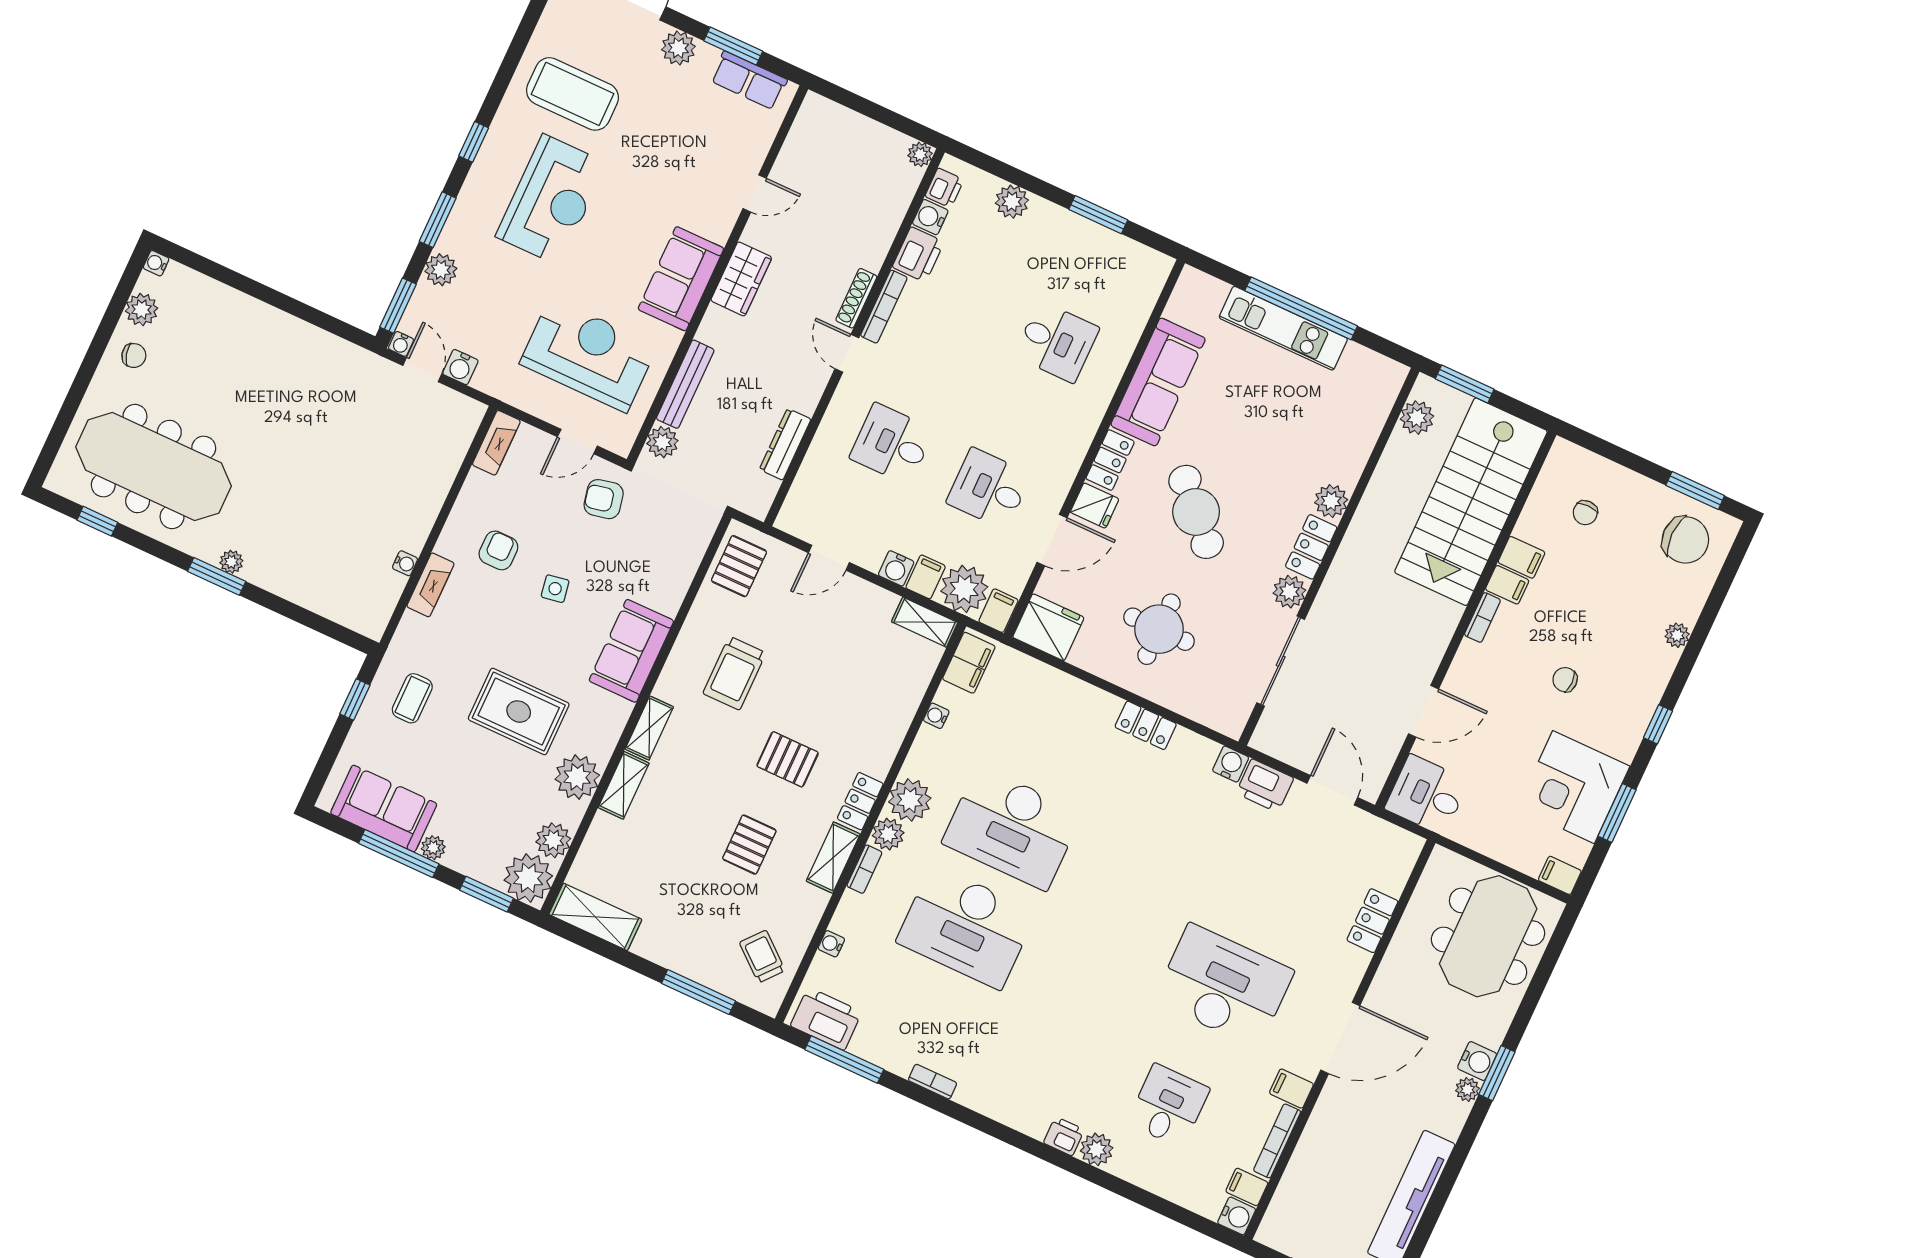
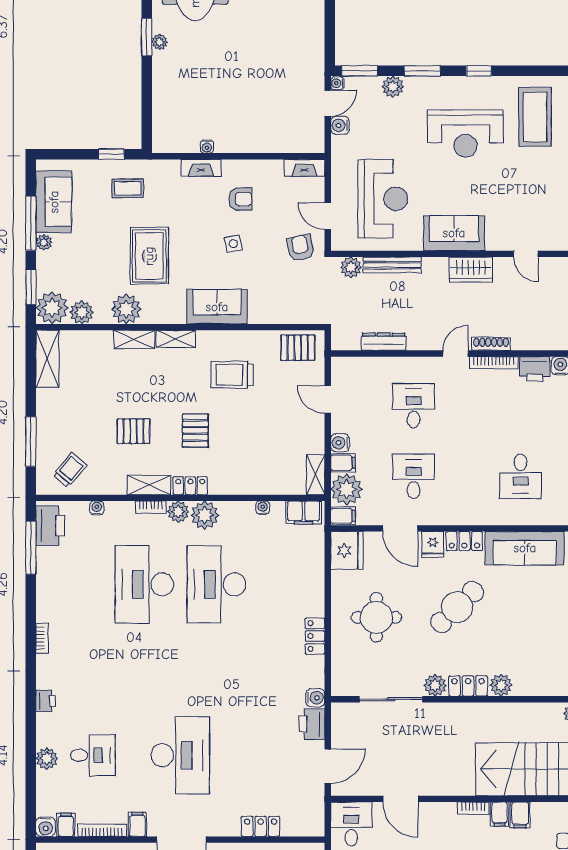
bookcase: (933, 1082) -> (42, 638), moved
plant: (1097, 1149) -> (47, 759), moved

